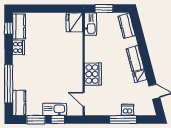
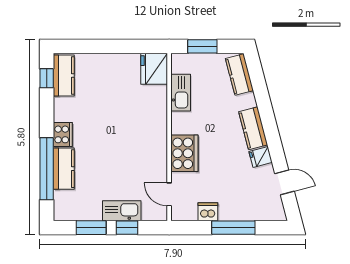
kitchen sink: (91, 24) -> (181, 93), moved
cooker: (18, 47) -> (63, 134), moved
kitchen counter: (19, 103) -> (64, 169), moved
dishwasher: (128, 110) -> (208, 212), moved

